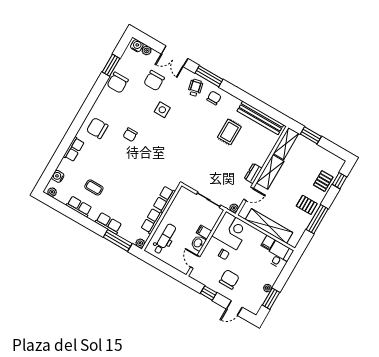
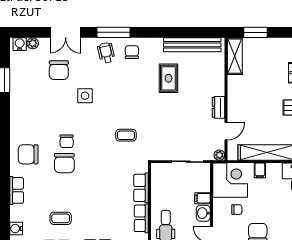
chair: (118, 83) -> (64, 163), moved
coffee table: (175, 155) -> (126, 135), added
shelving: (270, 172) -> (235, 95), removed
filing cabinet: (268, 243) -> (260, 170), moved

